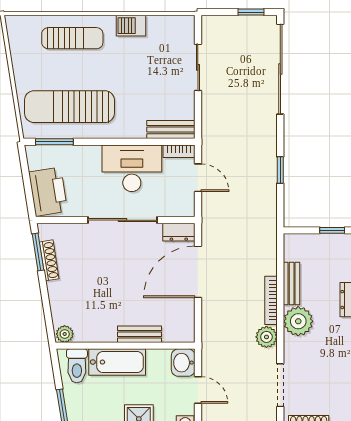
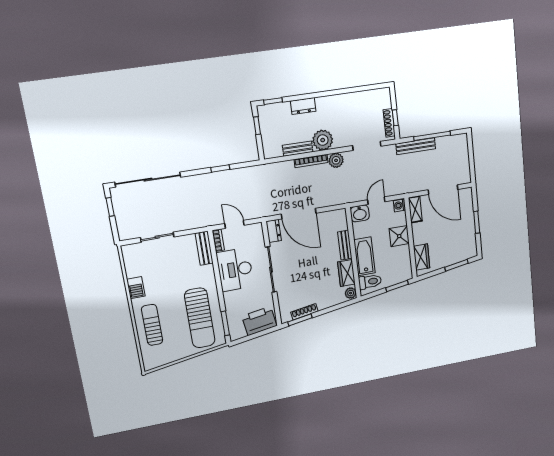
door: (198, 178) -> (234, 224), hinge flipped
wardrobe: (97, 331) -> (346, 273), added

